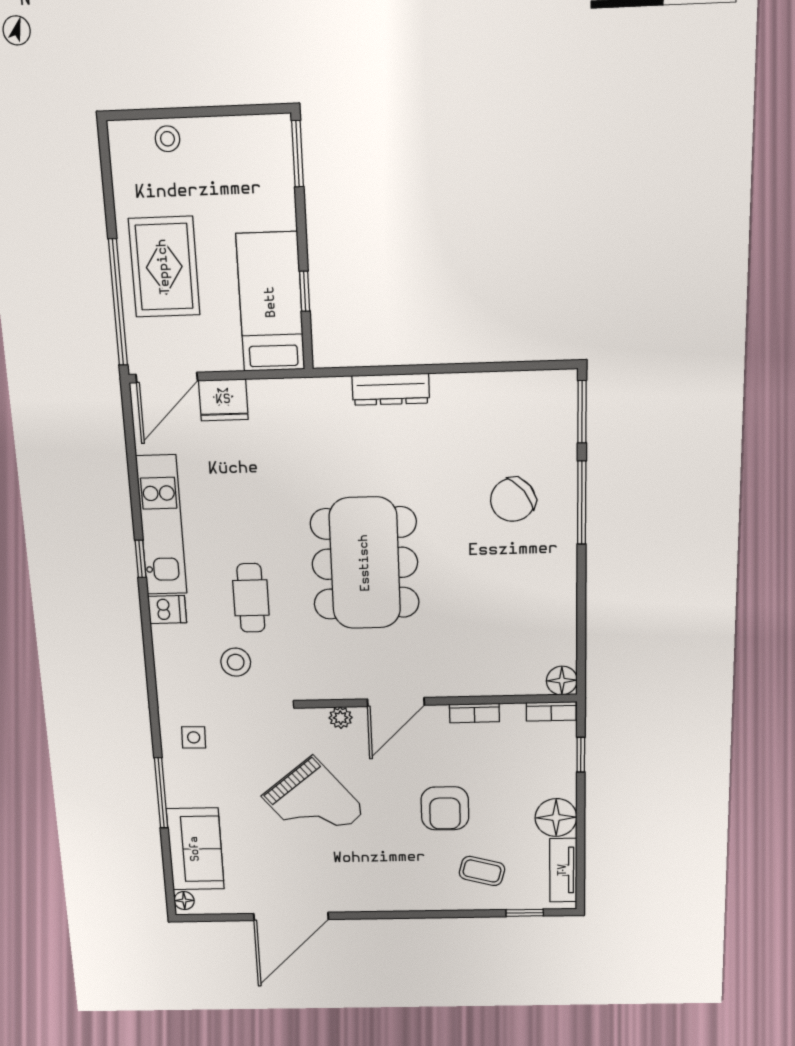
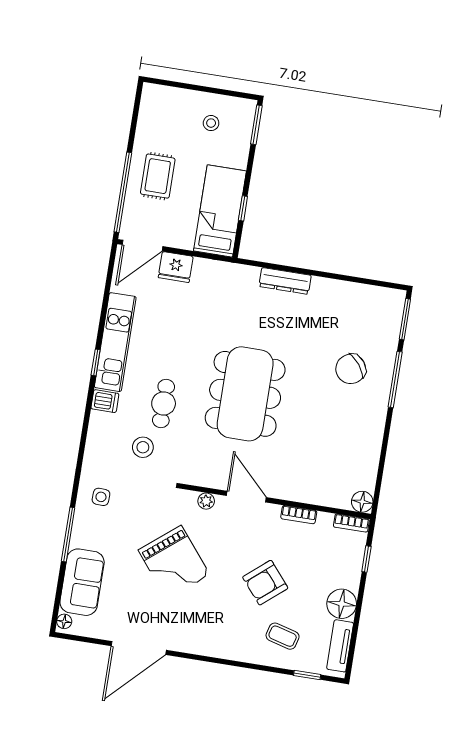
stool: (167, 139) -> (211, 123), moved
rug: (164, 267) -> (158, 176), width x0.73, depth x0.70
door: (396, 702) -> (246, 497), swing flipped
armchair: (445, 808) -> (265, 583), turned 50

